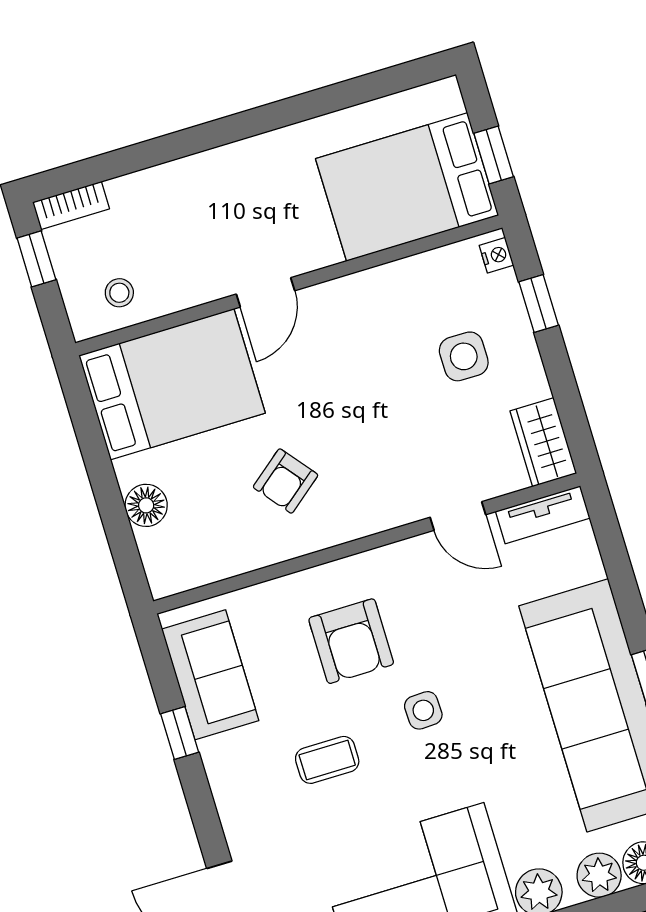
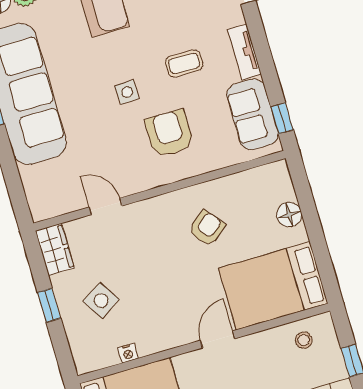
nightstand: (496, 255) -> (128, 353), moved, turned -90
window: (539, 304) -> (49, 305), moved
side table: (464, 356) -> (101, 300), turned -32
tv unit: (543, 515) -> (244, 52), moved, turned -90
window: (180, 733) -> (282, 118), moved

